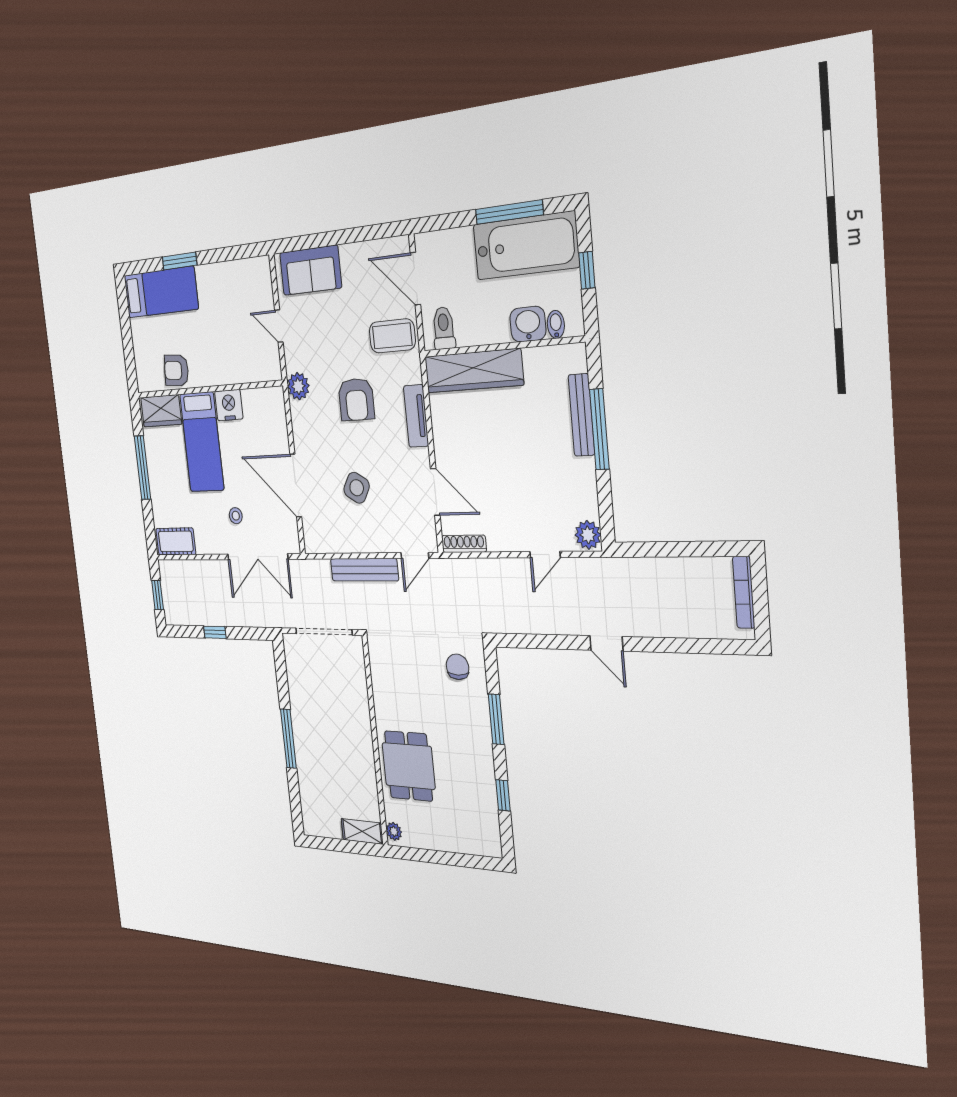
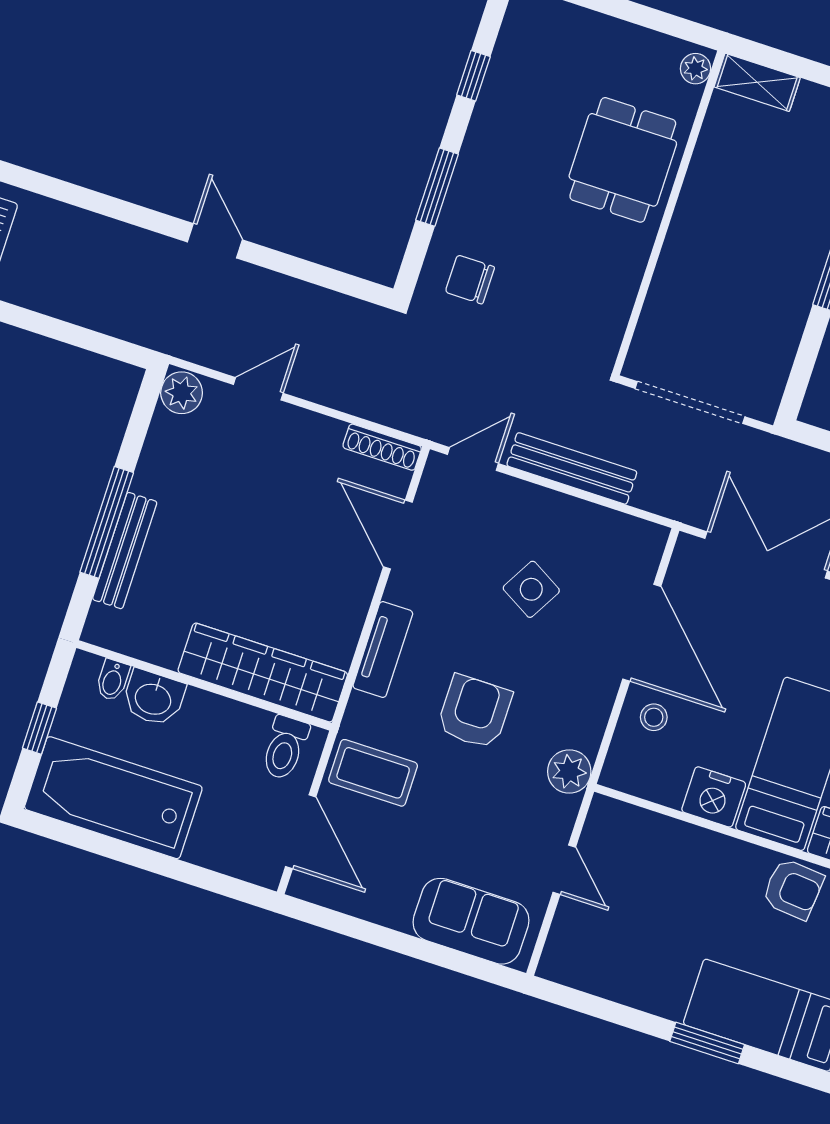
window: (509, 212) -> (119, 851), removed
stool: (236, 516) -> (654, 717), moved
chair: (458, 667) -> (470, 280), turned 90

